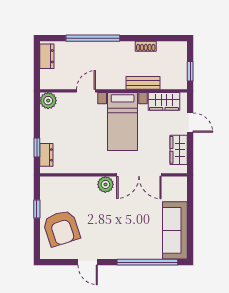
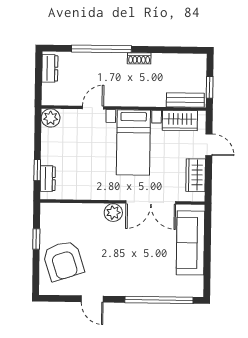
shoe rack: (146, 46) -> (139, 58), moved
bench: (143, 83) -> (185, 100), moved
sofa: (175, 230) -> (190, 243), moved

